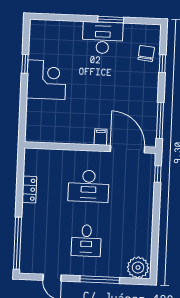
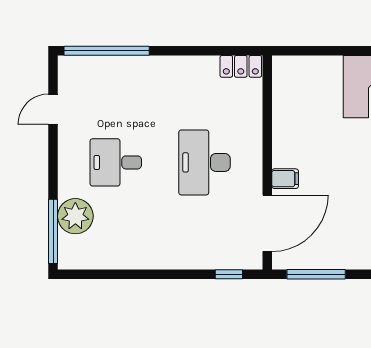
locker: (29, 190) -> (241, 66), moved
plant: (138, 268) -> (75, 216), moved
window: (100, 280) -> (53, 231), moved

